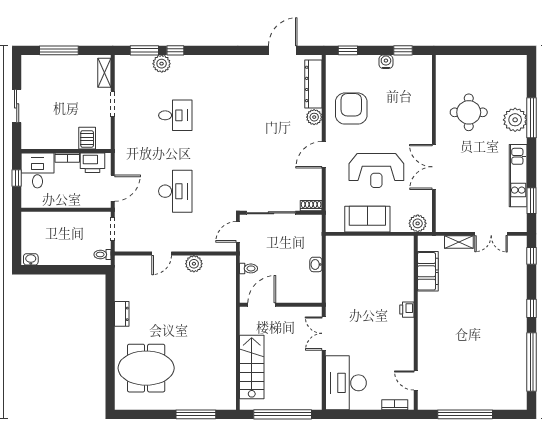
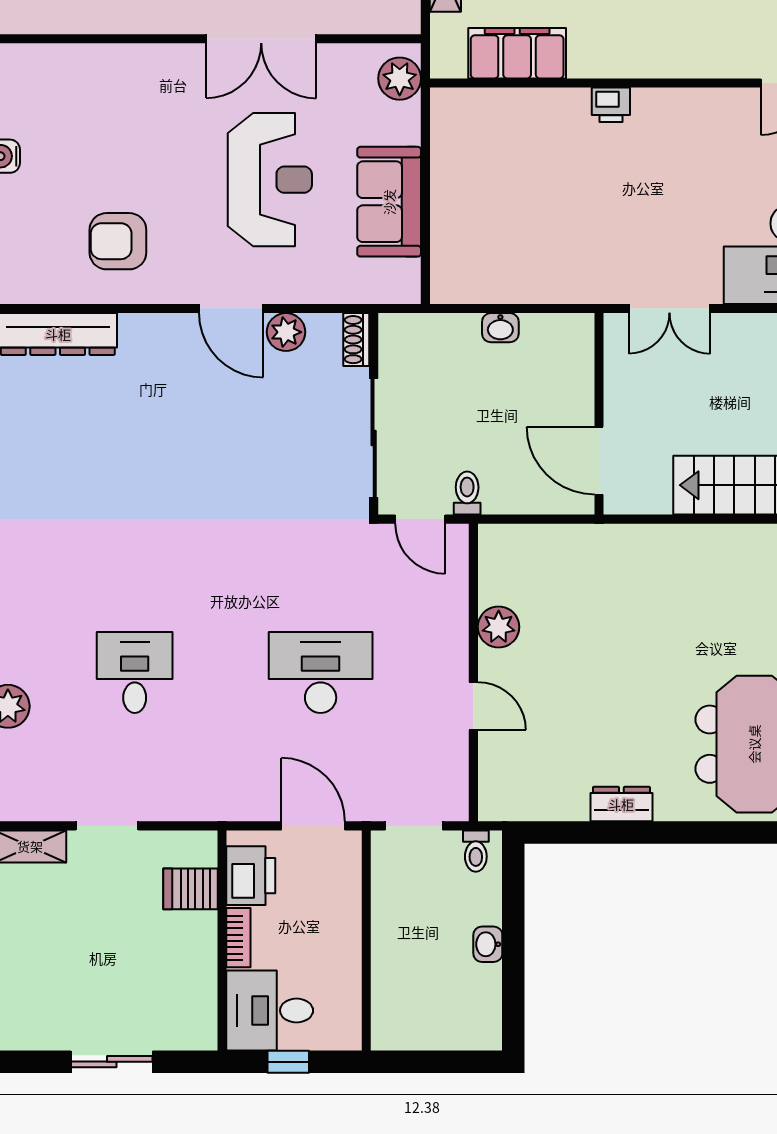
armchair: (351, 109) -> (118, 241), width x0.73, depth x0.73
plant: (314, 117) -> (286, 332), moved
washbasin: (31, 259) -> (488, 944), moved
toilet: (249, 268) -> (467, 493), moved

